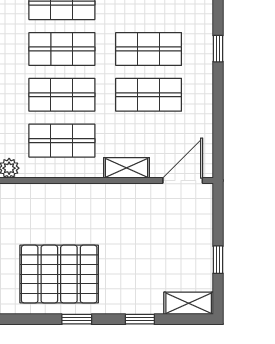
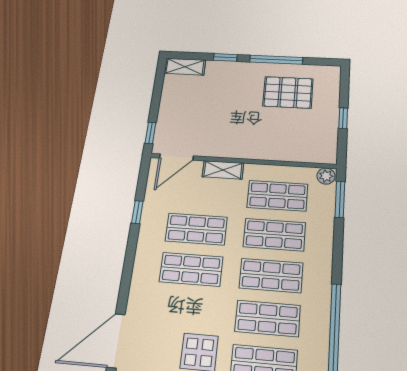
window: (218, 49) -> (137, 212), moved
window: (218, 260) -> (150, 133), moved
pallet: (59, 274) -> (288, 92), width x0.73, depth x0.71
window: (77, 319) -> (276, 60), width x2.17

